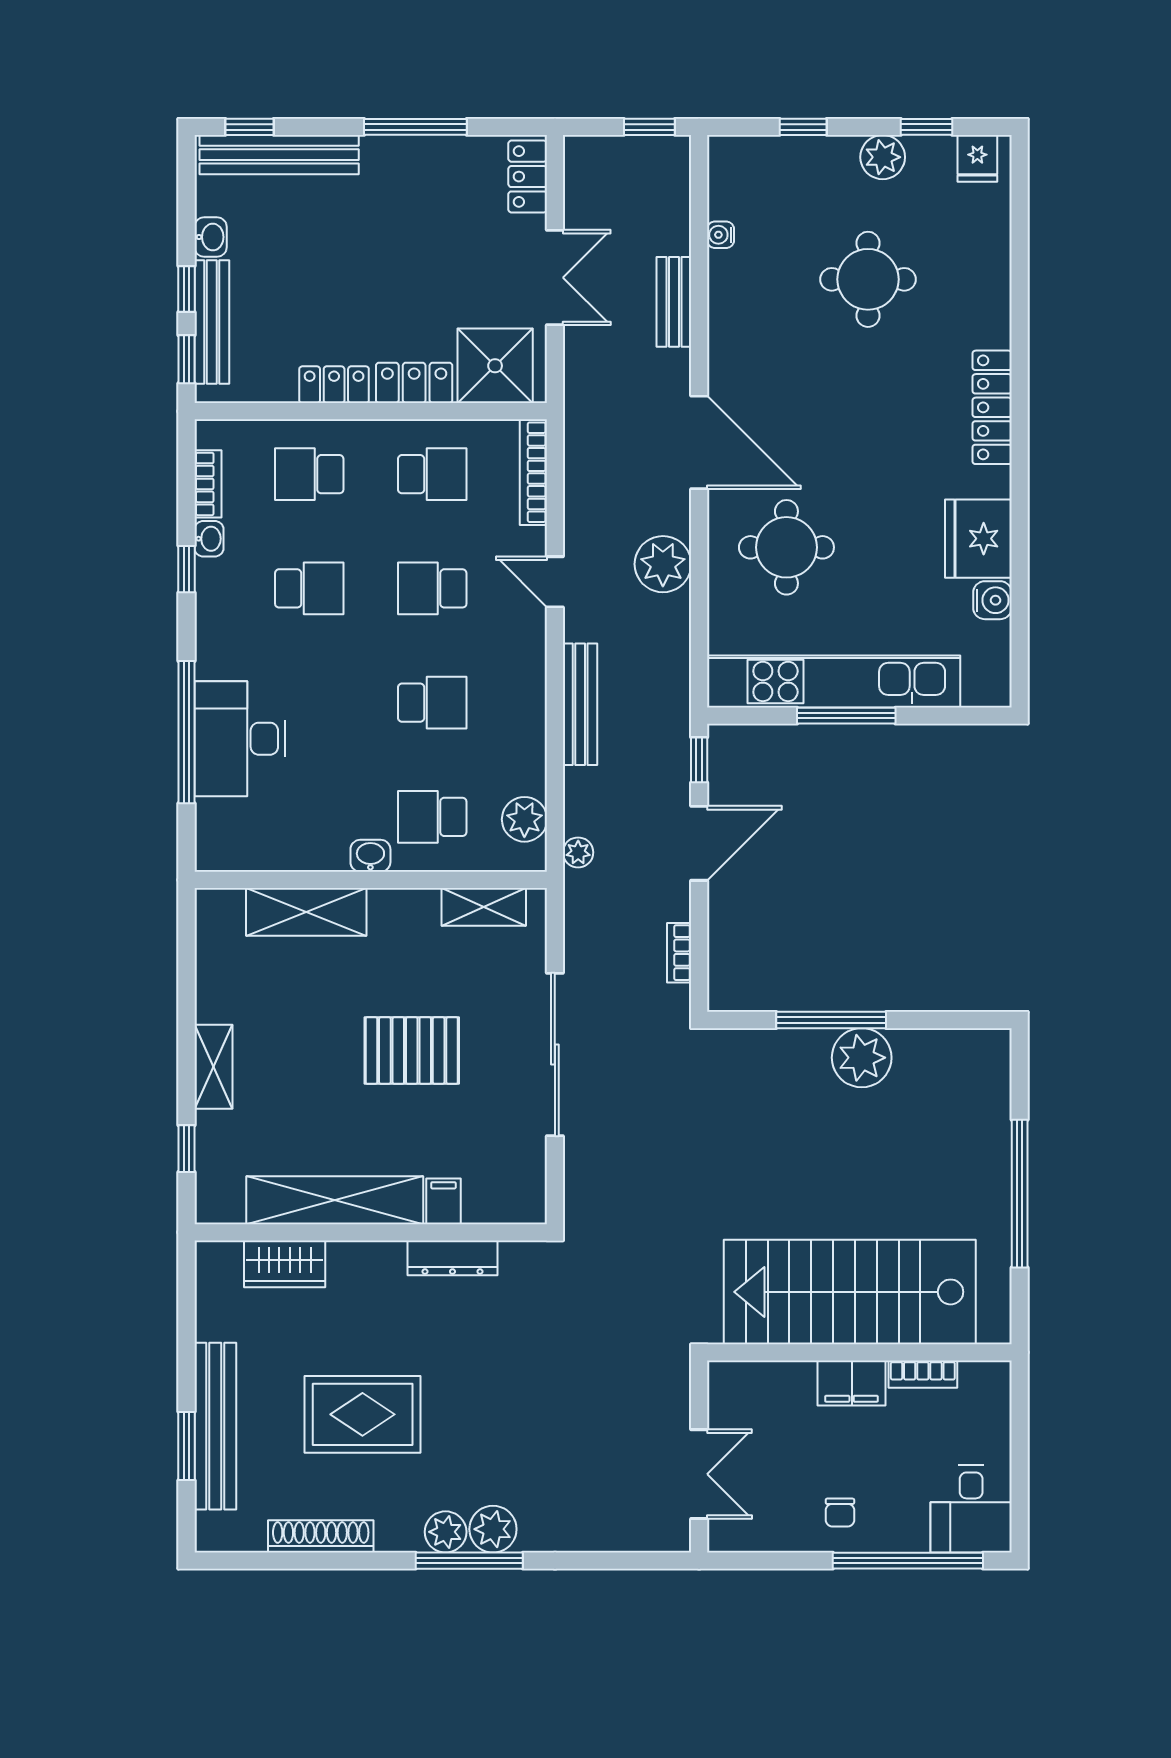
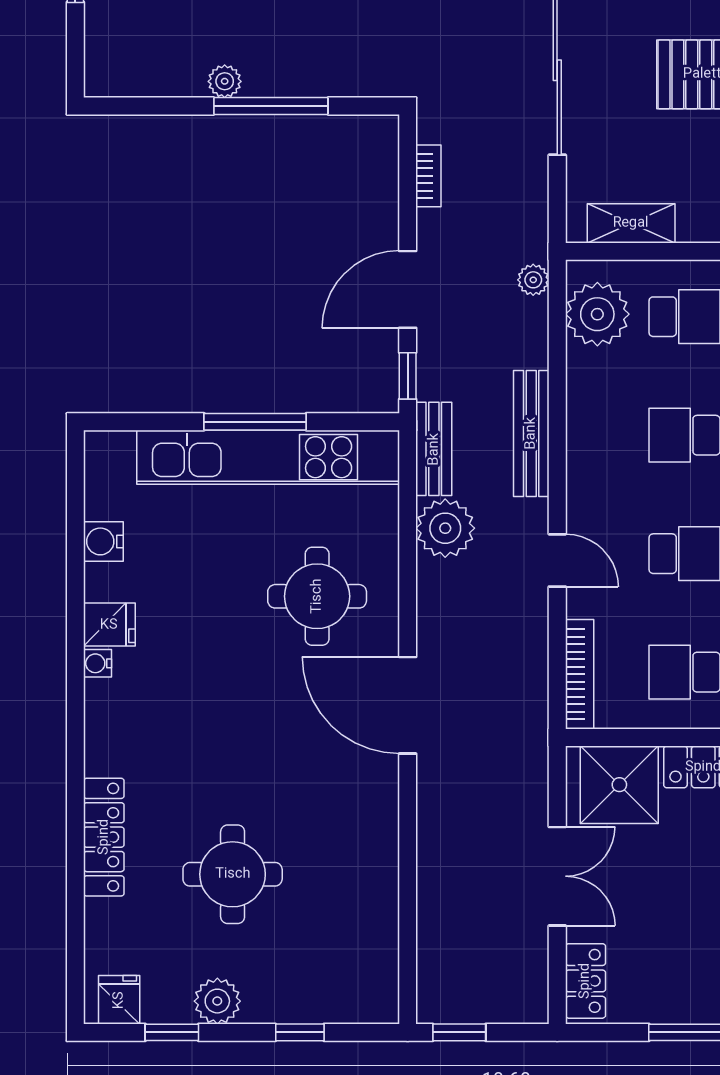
water cooler: (721, 235) -> (98, 663), moved, turned 180
double door: (555, 278) -> (557, 876), swing flipped
bench: (674, 302) -> (434, 449), moved
locker: (992, 407) -> (104, 837), moved
fridge: (978, 539) -> (109, 625), width x0.53, depth x0.75
plant: (663, 564) -> (445, 528), moved
plant: (524, 819) -> (597, 314), width x1.36, depth x1.36
plant: (862, 1058) -> (225, 81), width x0.53, depth x0.53

